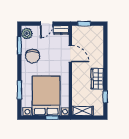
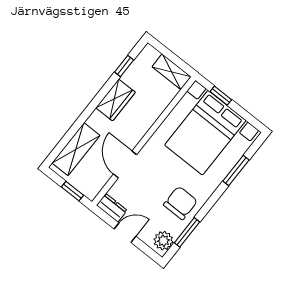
shelving: (97, 43) -> (76, 149), added

